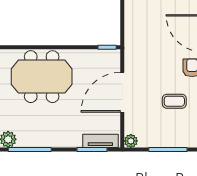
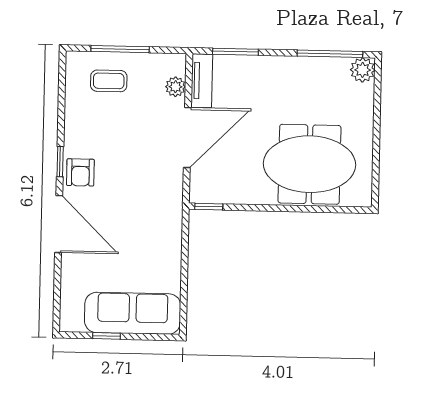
coffee table: (174, 101) -> (109, 81), moved
tv unit: (100, 141) -> (202, 81), moved, turned -90
plant: (131, 141) -> (176, 87), moved

